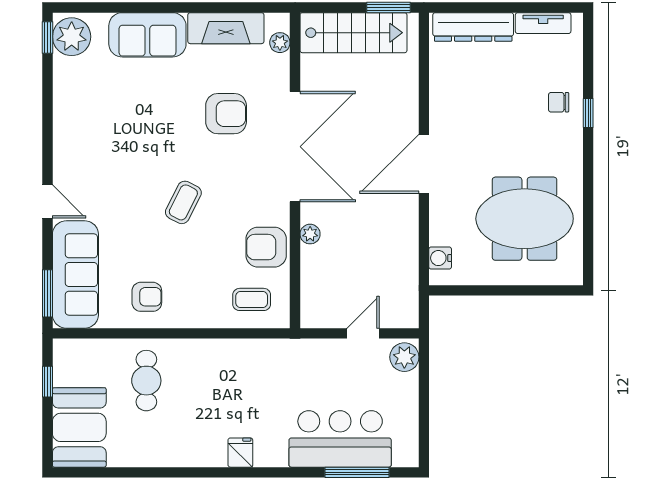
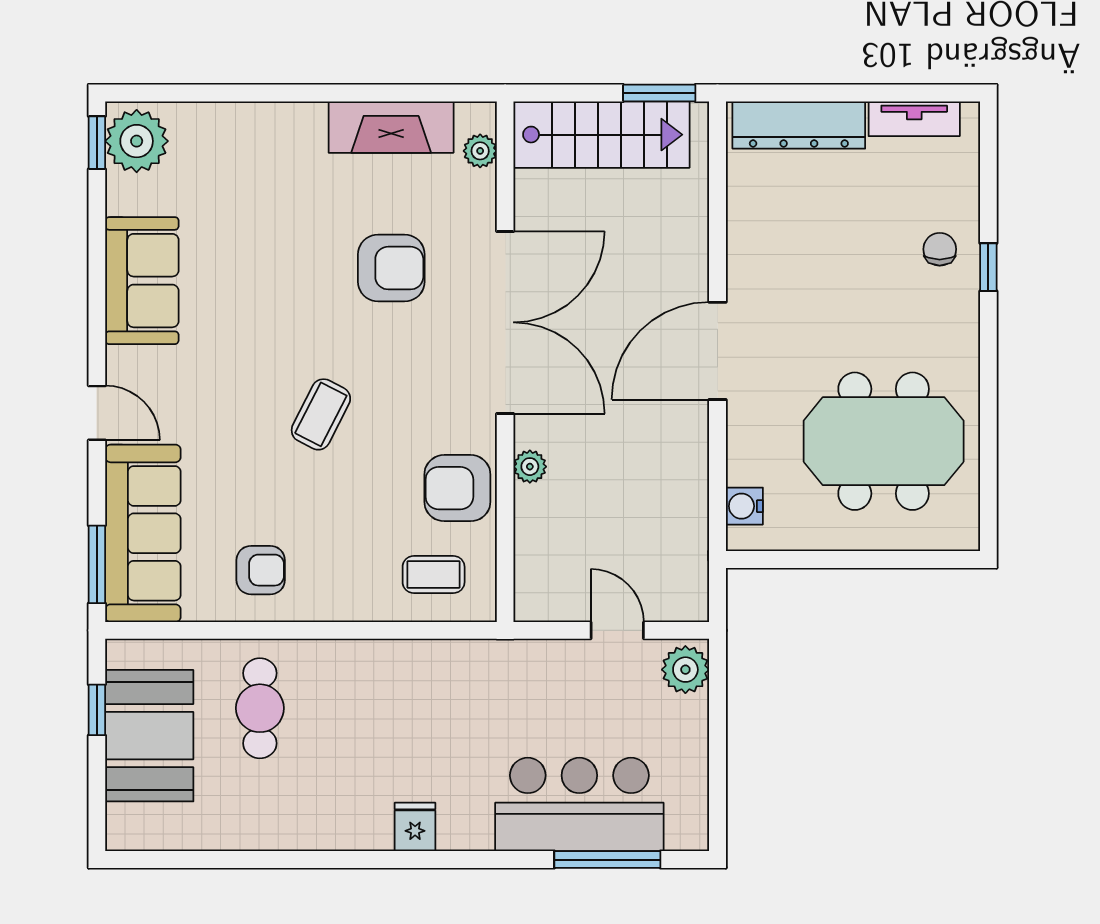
sofa: (147, 35) -> (142, 281), moved, turned -90
chair: (559, 102) -> (940, 249), turned 90
door: (363, 333) -> (617, 630), hinge flipped
booth: (79, 427) -> (149, 736), moved

